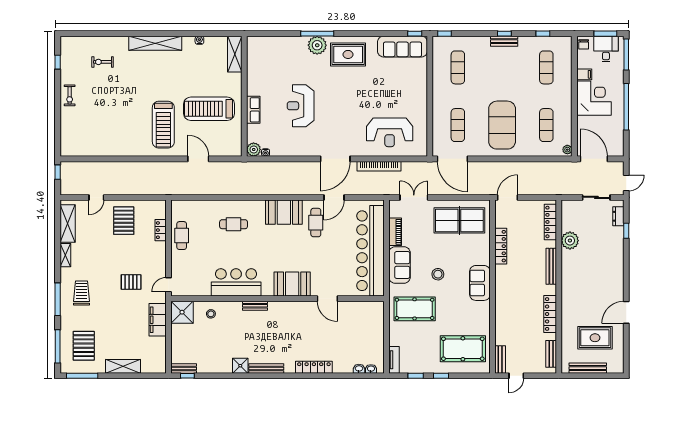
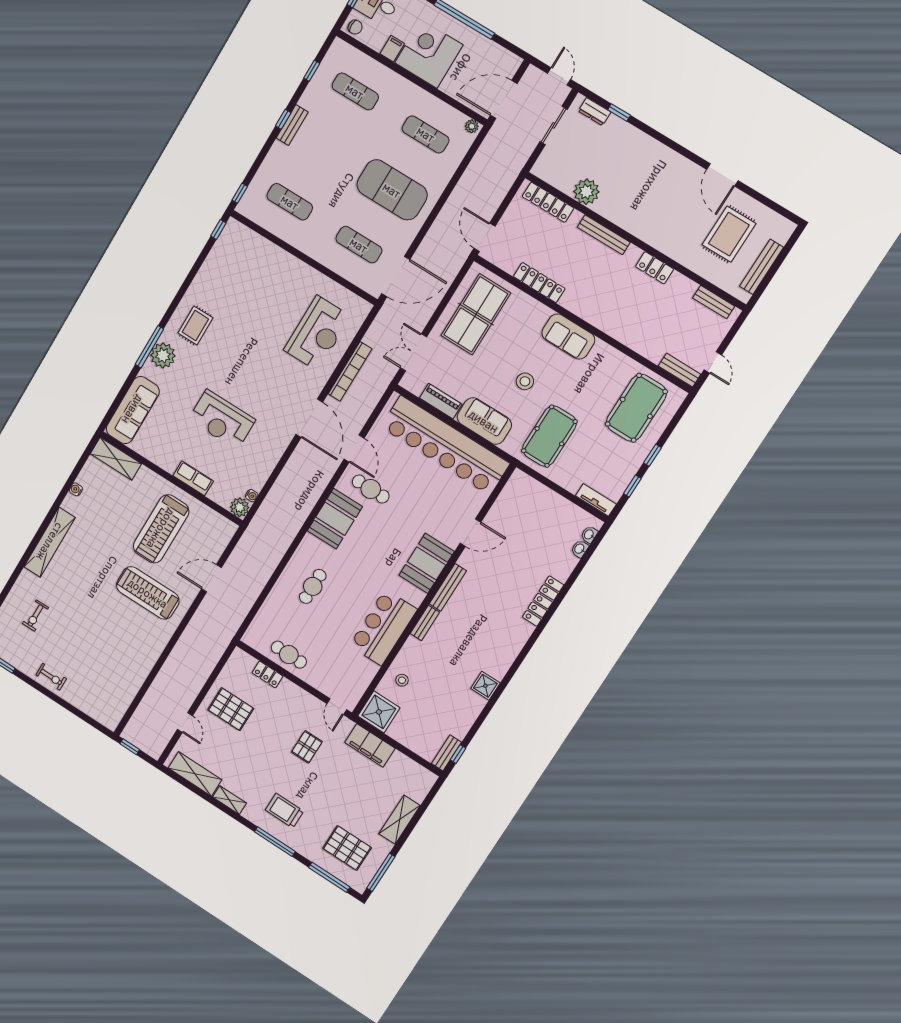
sofa: (403, 47) -> (133, 410), moved
rug: (348, 54) -> (195, 325), width x0.73, depth x0.70
treadmill: (163, 125) -> (148, 593), turned 180
locker: (550, 314) -> (655, 268), width x0.66
bench: (266, 368) -> (448, 587), moved

